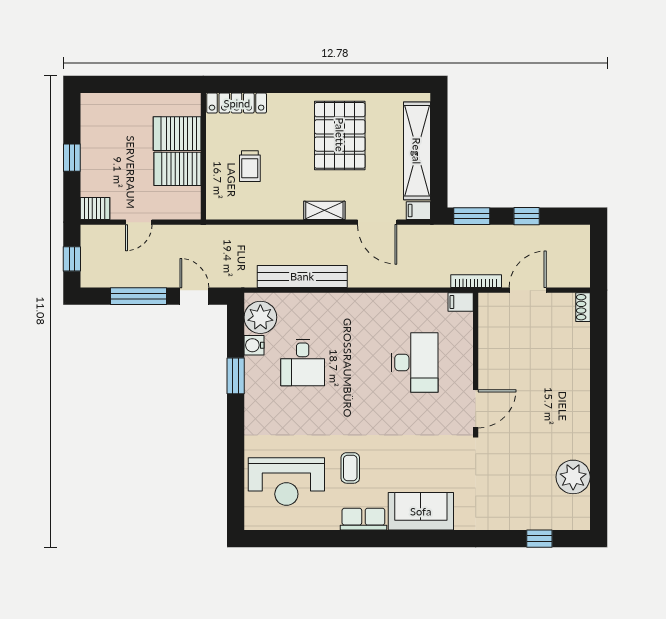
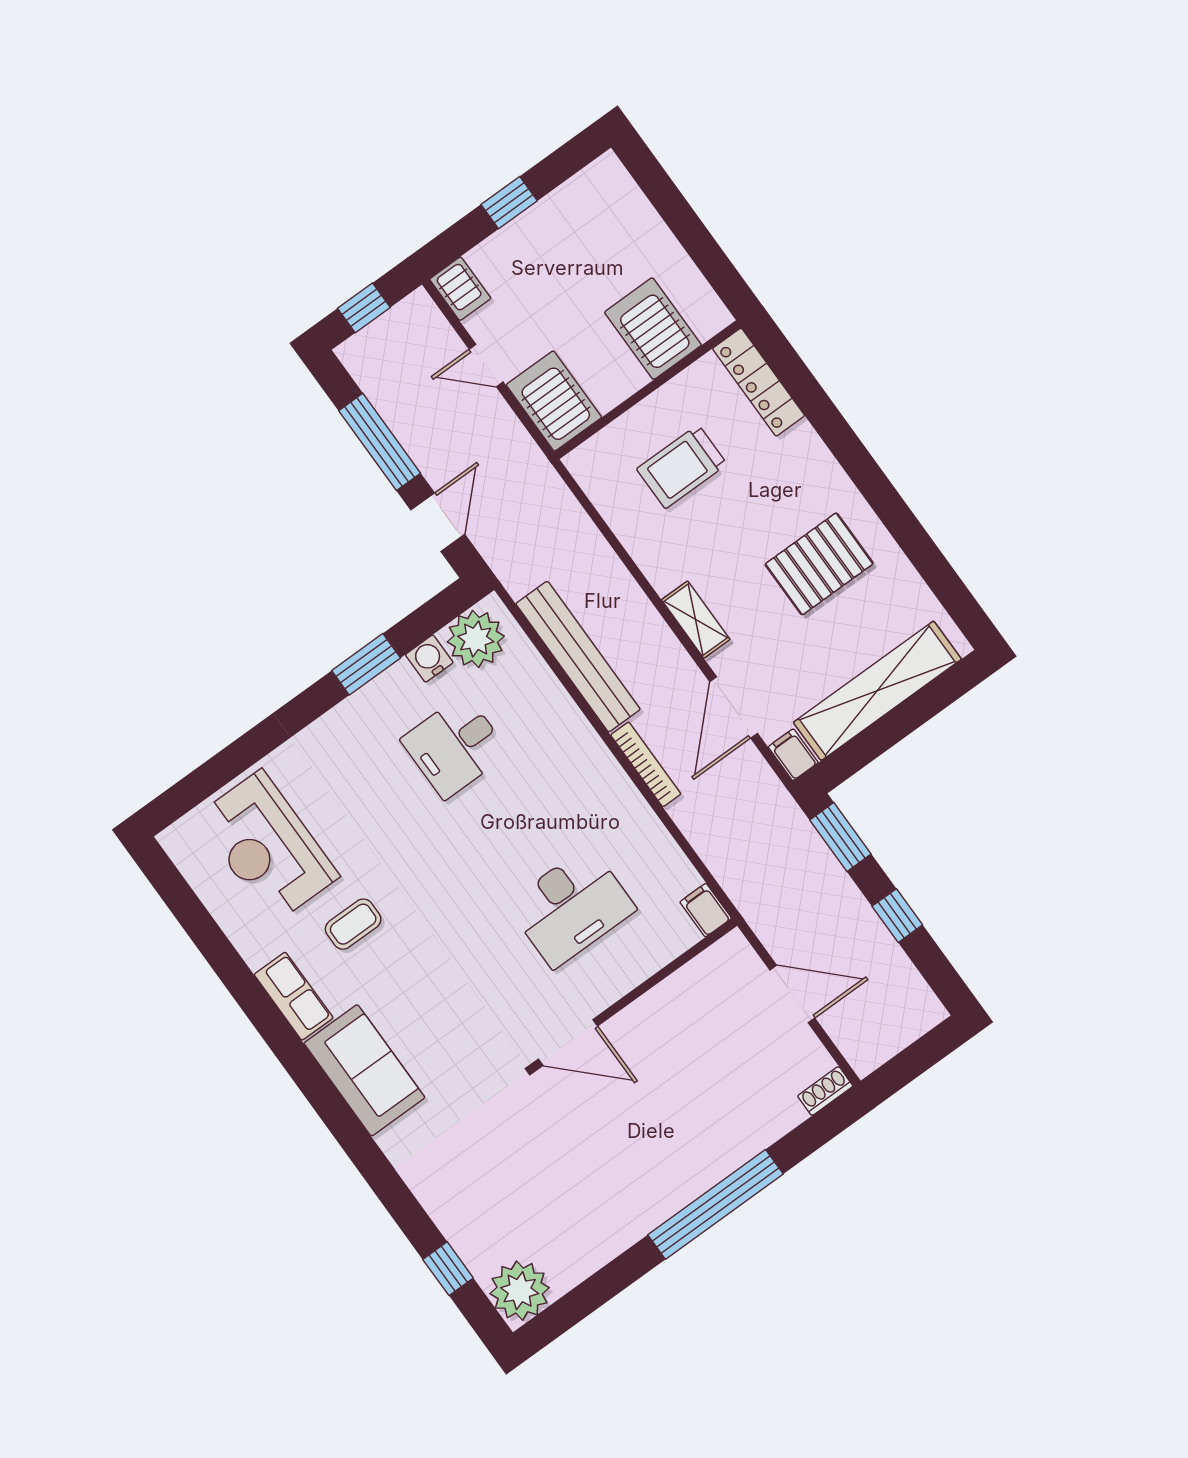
pallet: (340, 135) -> (819, 564), width x0.73, depth x0.71
trolley: (250, 166) -> (682, 467), width x1.36, depth x1.39
server rack: (177, 169) -> (554, 401), moved
bookcase: (476, 281) -> (646, 764), moved
window: (599, 395) -> (716, 1204), added
plant: (573, 477) -> (520, 1291), moved

